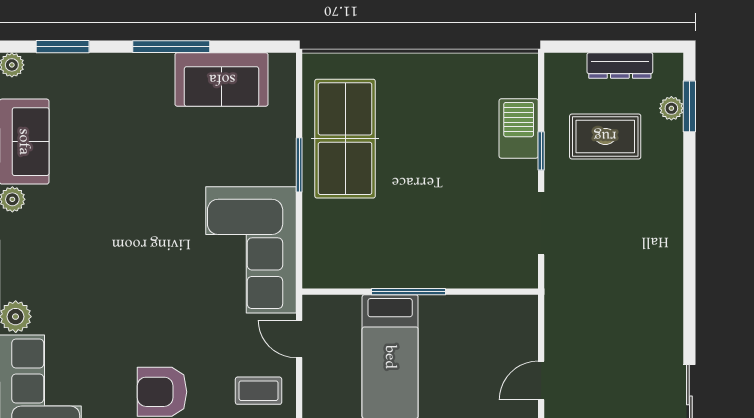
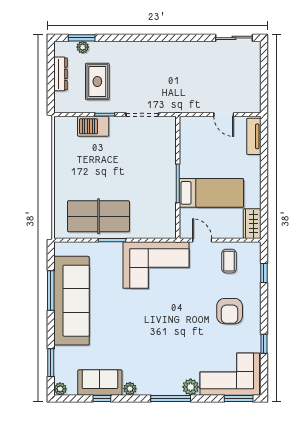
window: (171, 47) -> (51, 290), moved
sofa: (222, 79) -> (72, 301), width x1.85, depth x1.27
door: (299, 339) -> (202, 240), swing flipped

